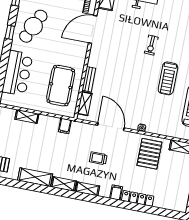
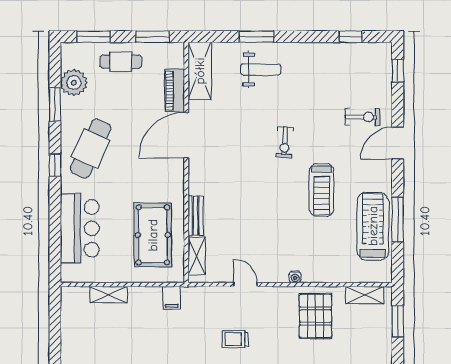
door: (111, 127) -> (245, 285), width x0.53

